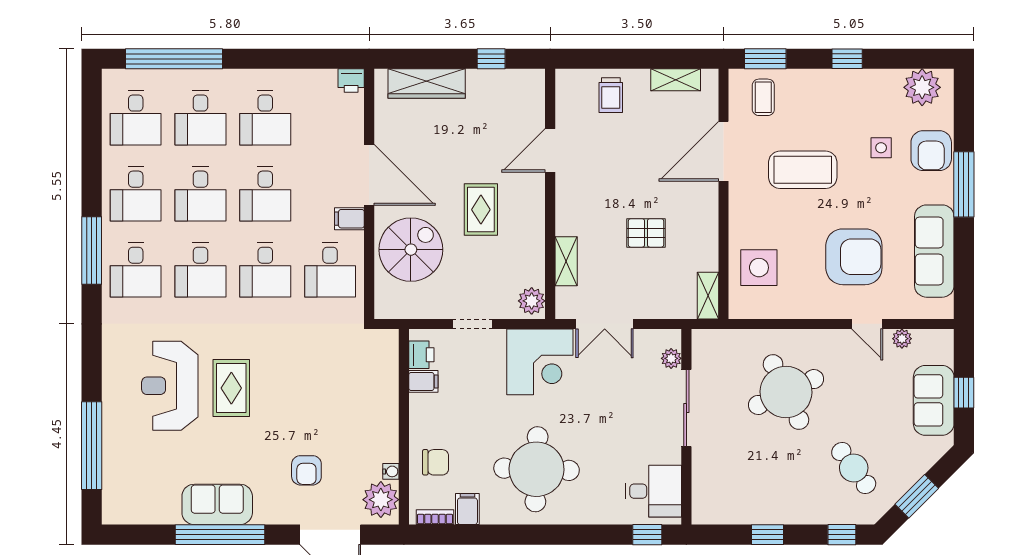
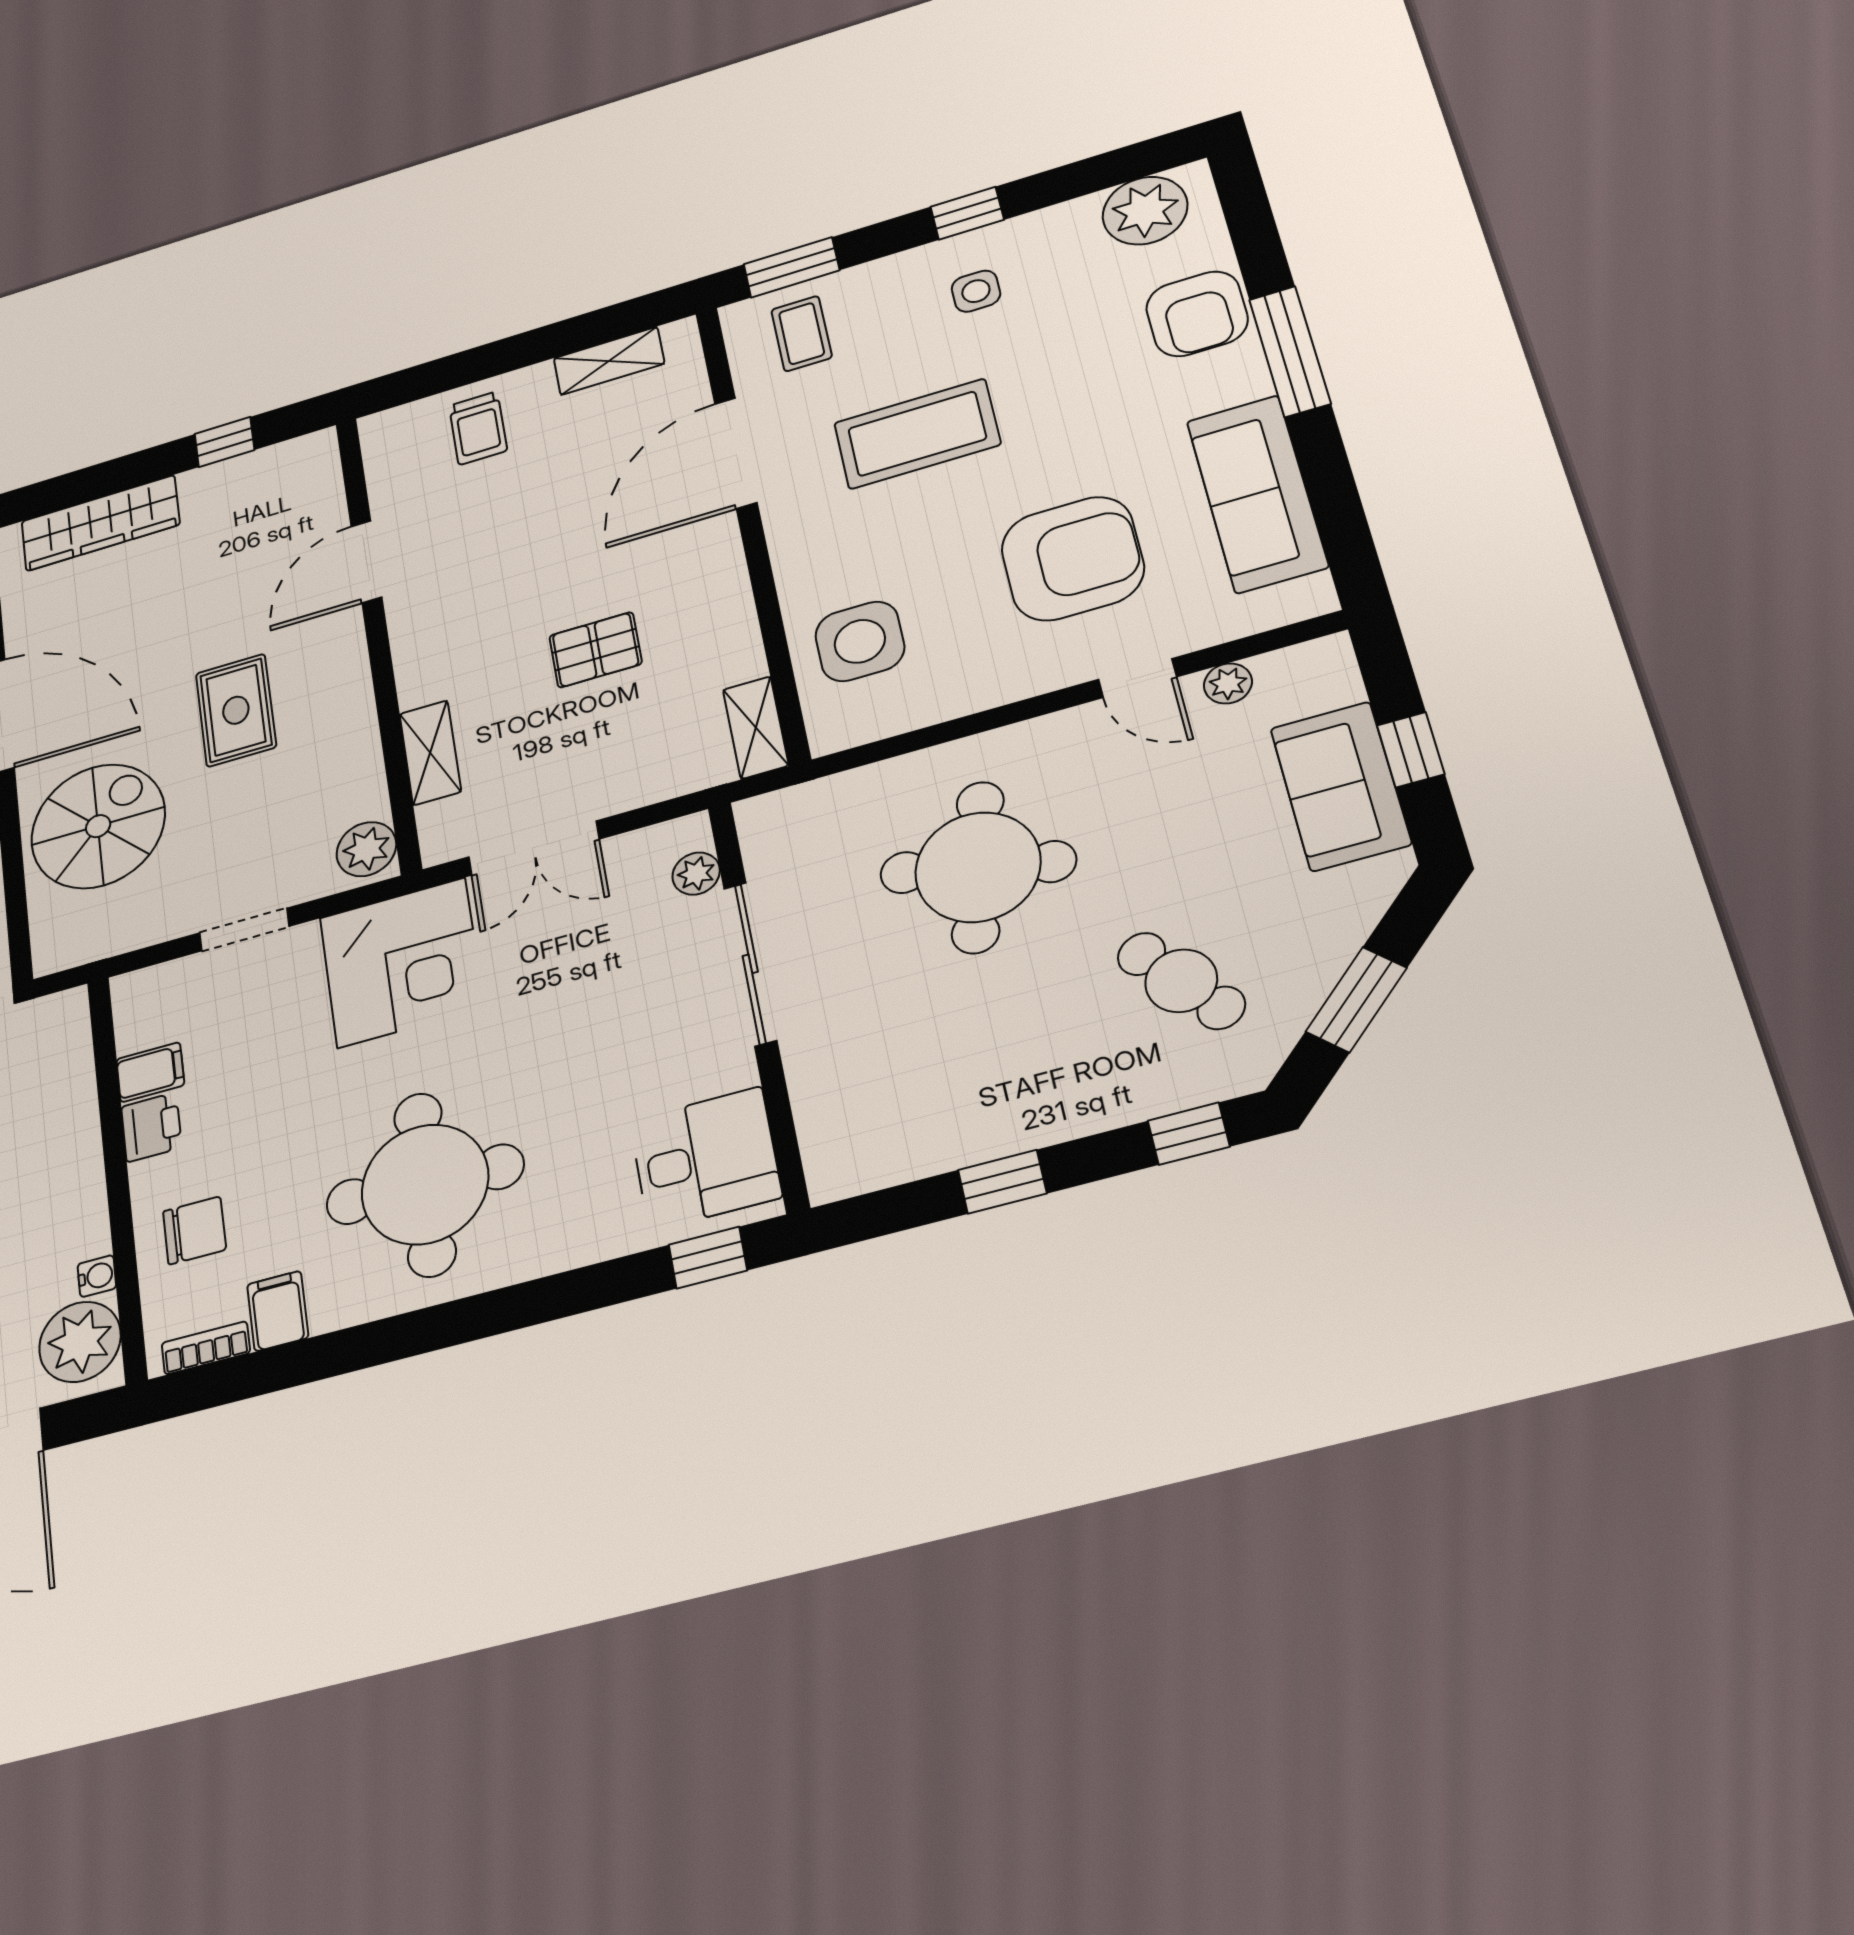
side table: (881, 148) -> (976, 291), moved
printer: (421, 355) -> (151, 1127), moved
round table: (786, 392) -> (978, 867), turned 38

